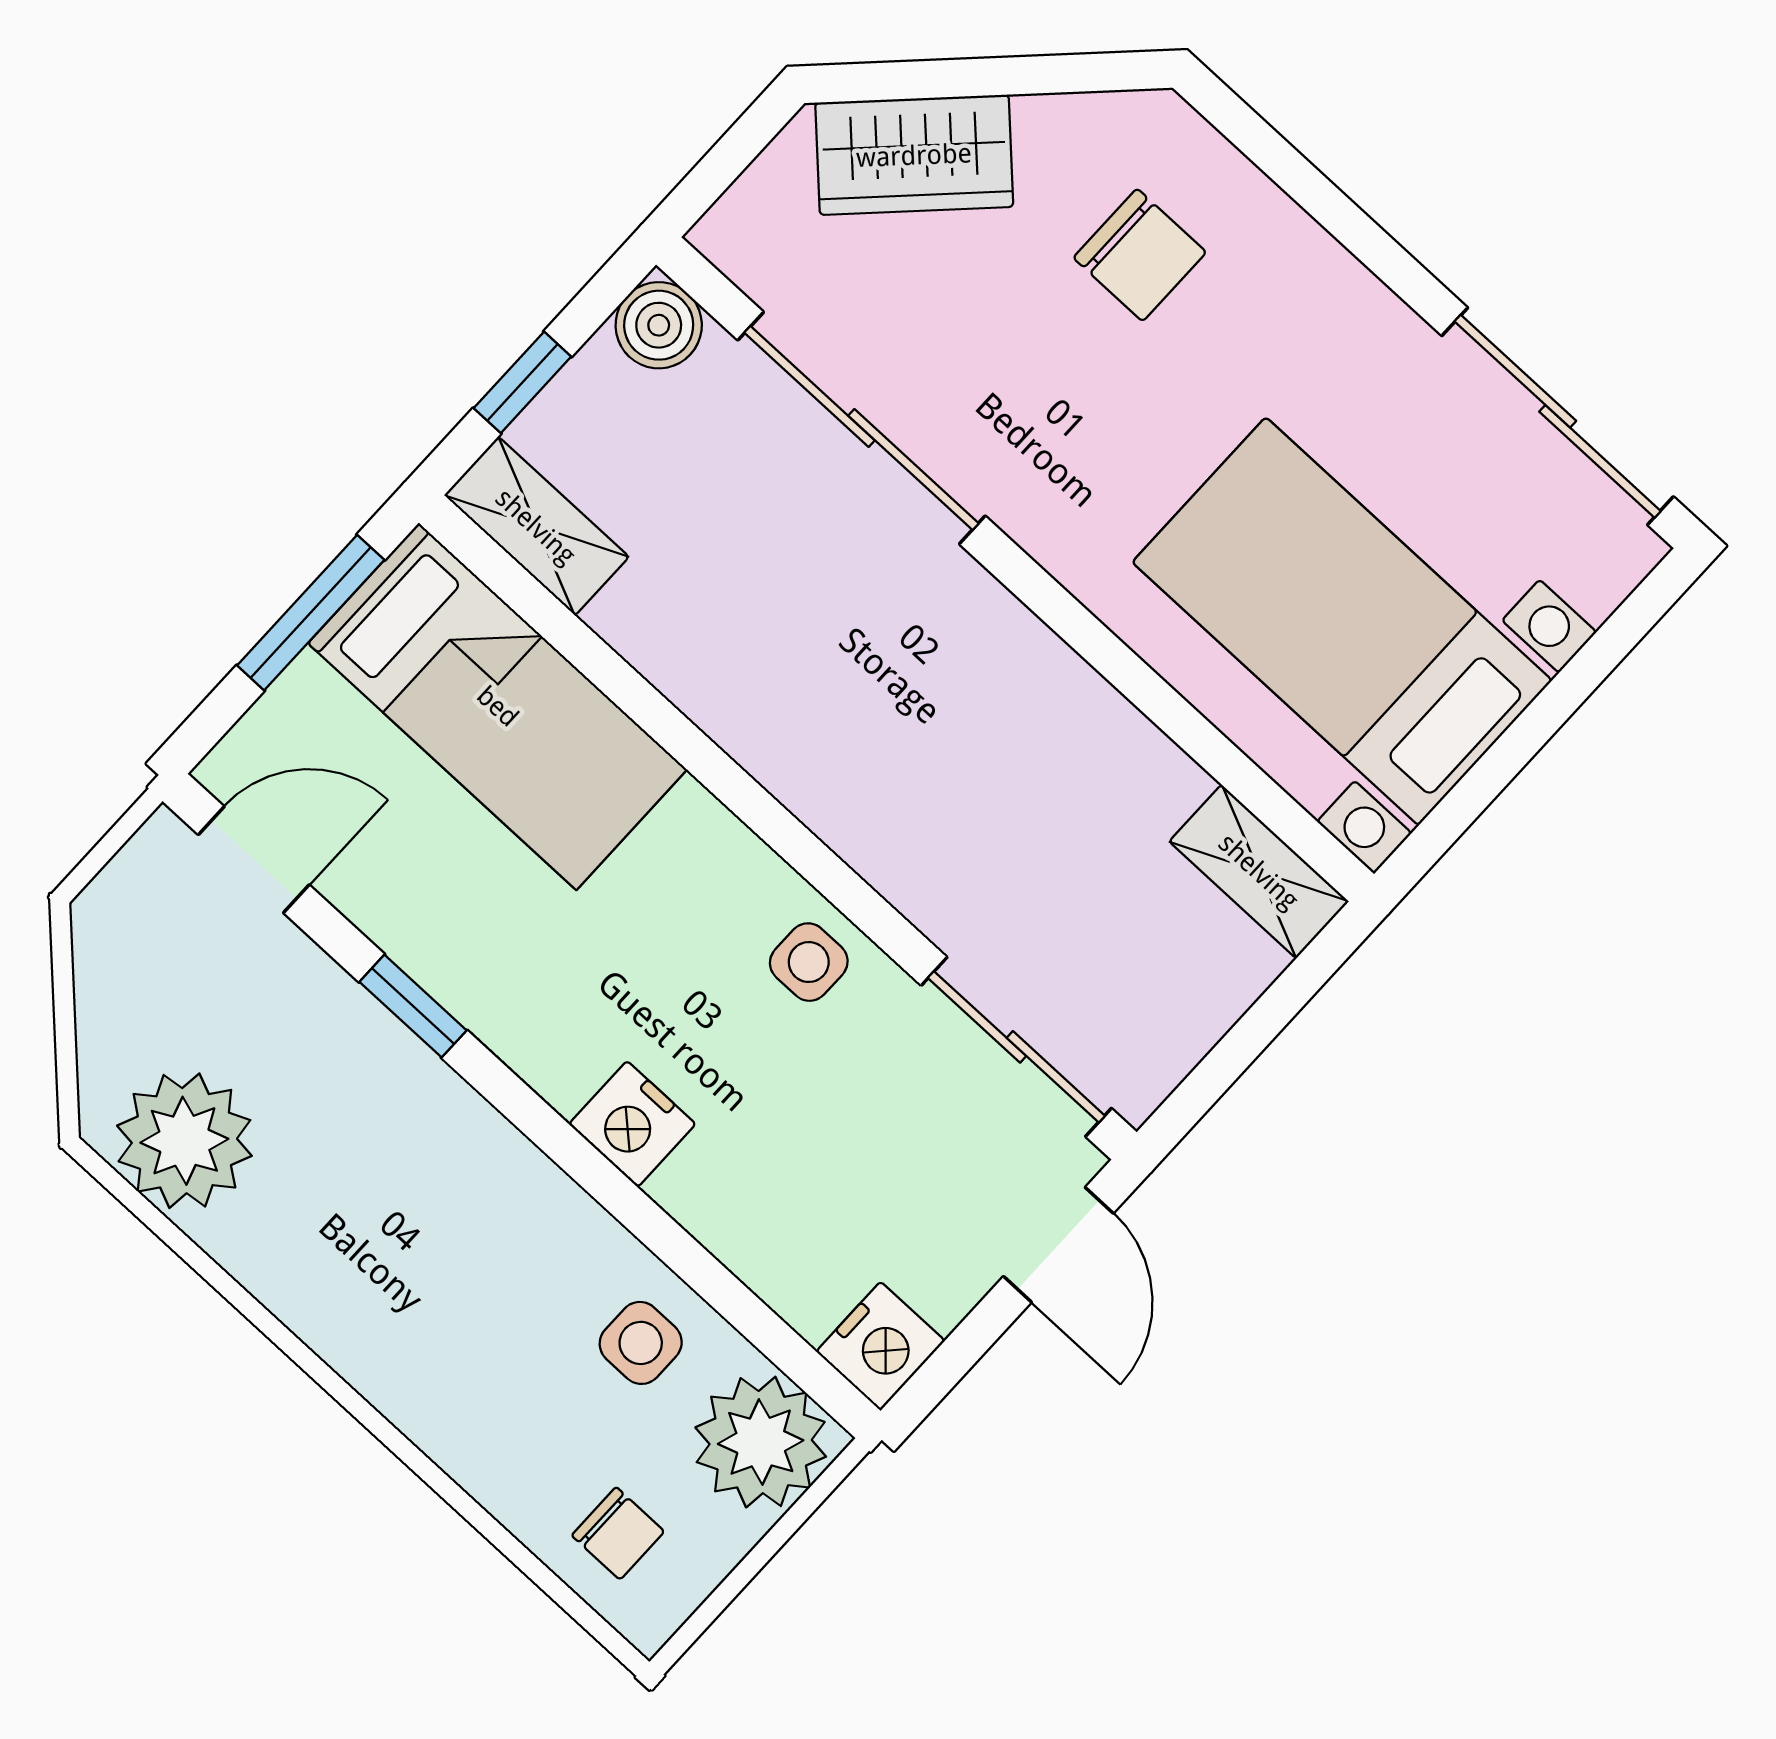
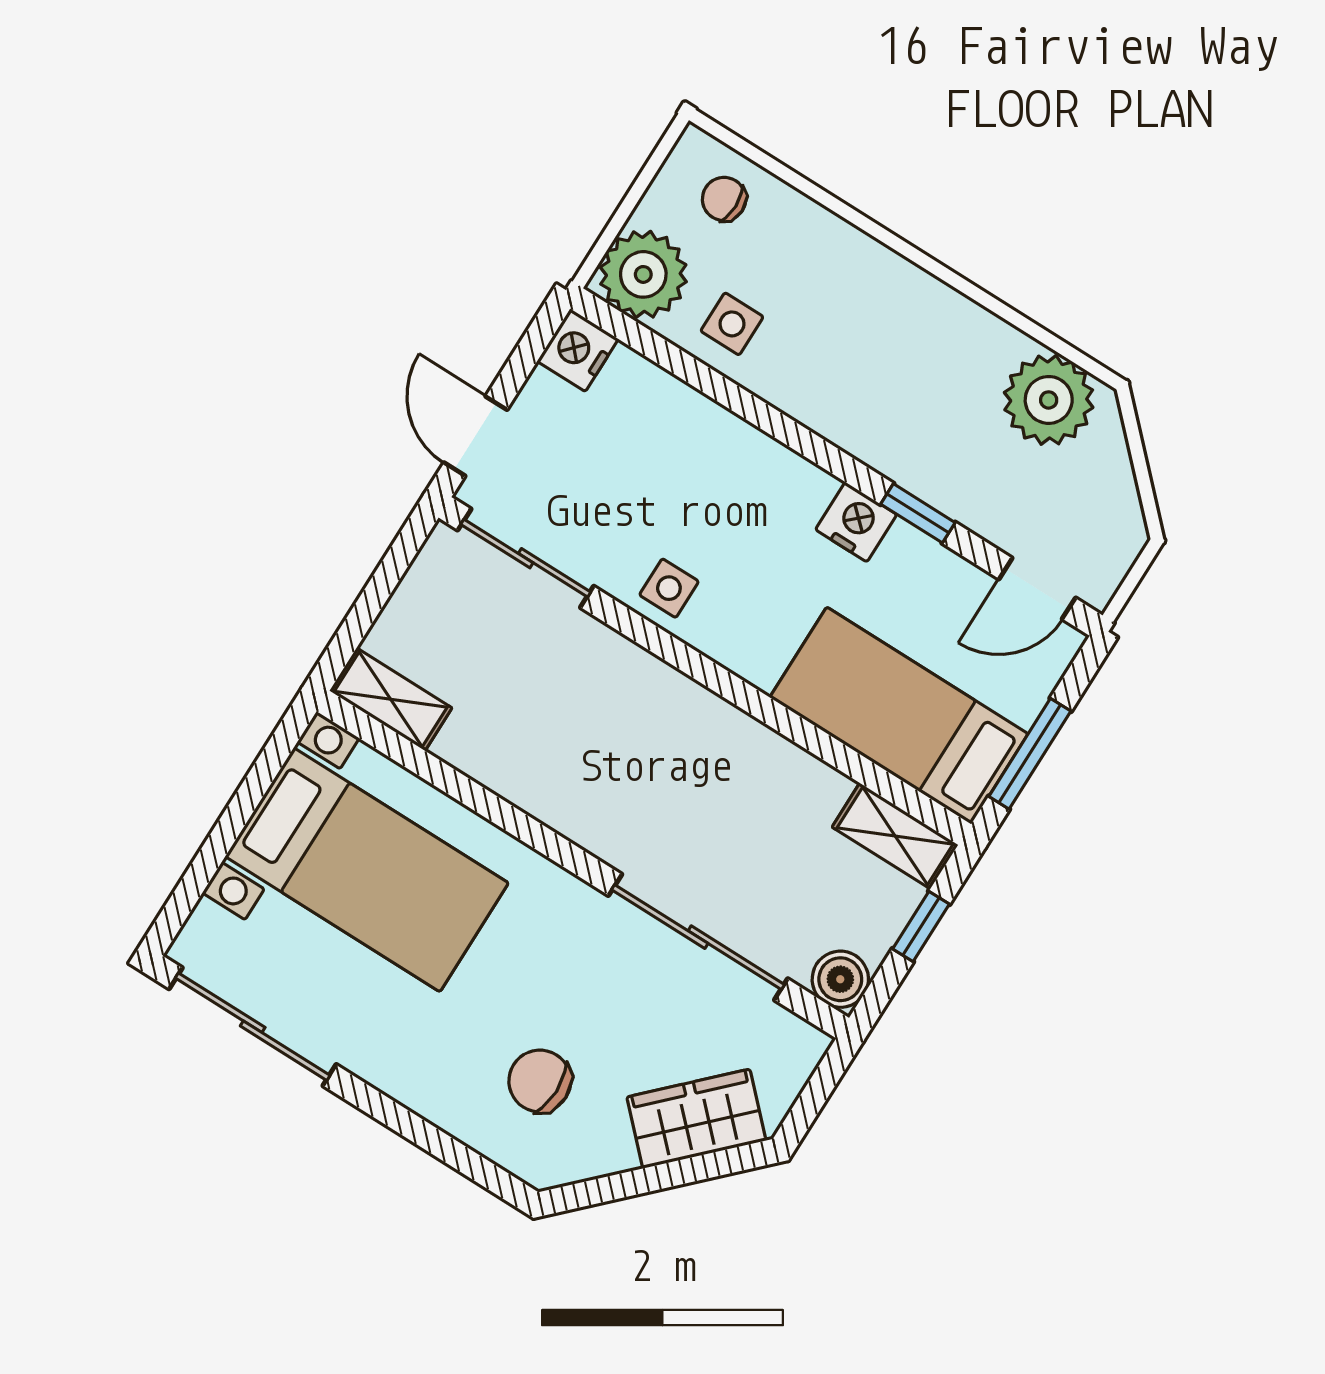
nightstand: (632, 1124) -> (856, 522), moved

